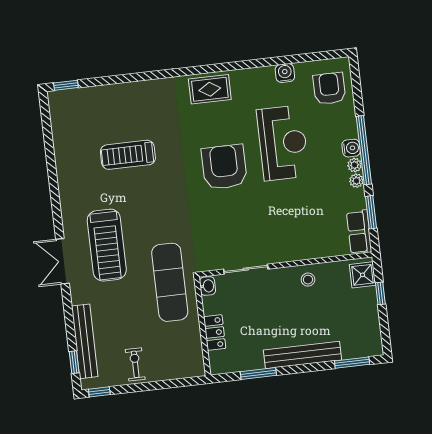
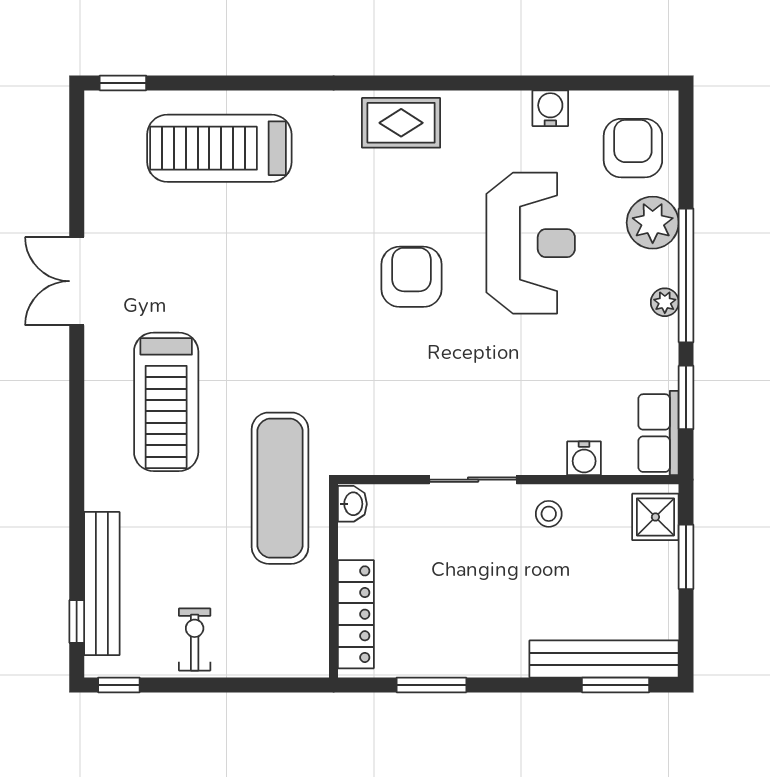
water cooler: (351, 148) -> (584, 458), moved, turned 90
treadmill: (128, 155) -> (219, 148), moved, width x1.37, depth x1.38
armchair: (224, 167) -> (412, 277), width x0.73, depth x0.73
plant: (356, 181) -> (653, 223), moved, width x1.87, depth x1.87
double door: (62, 261) -> (77, 281), moved
sliding door: (246, 269) -> (473, 480), moved
window: (380, 293) -> (686, 557), width x1.50
locker: (215, 332) -> (356, 614), width x1.53
bench: (303, 355) -> (604, 659), moved

